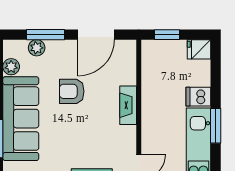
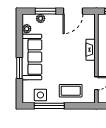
armchair: (72, 91) -> (60, 42), removed

